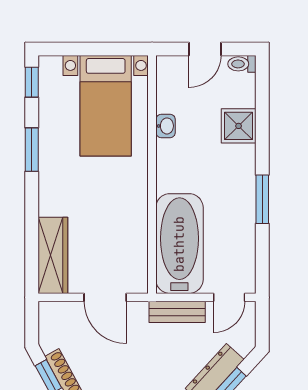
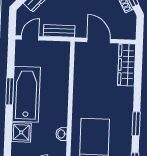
bathtub: (179, 244) -> (26, 94), moved, turned 180

